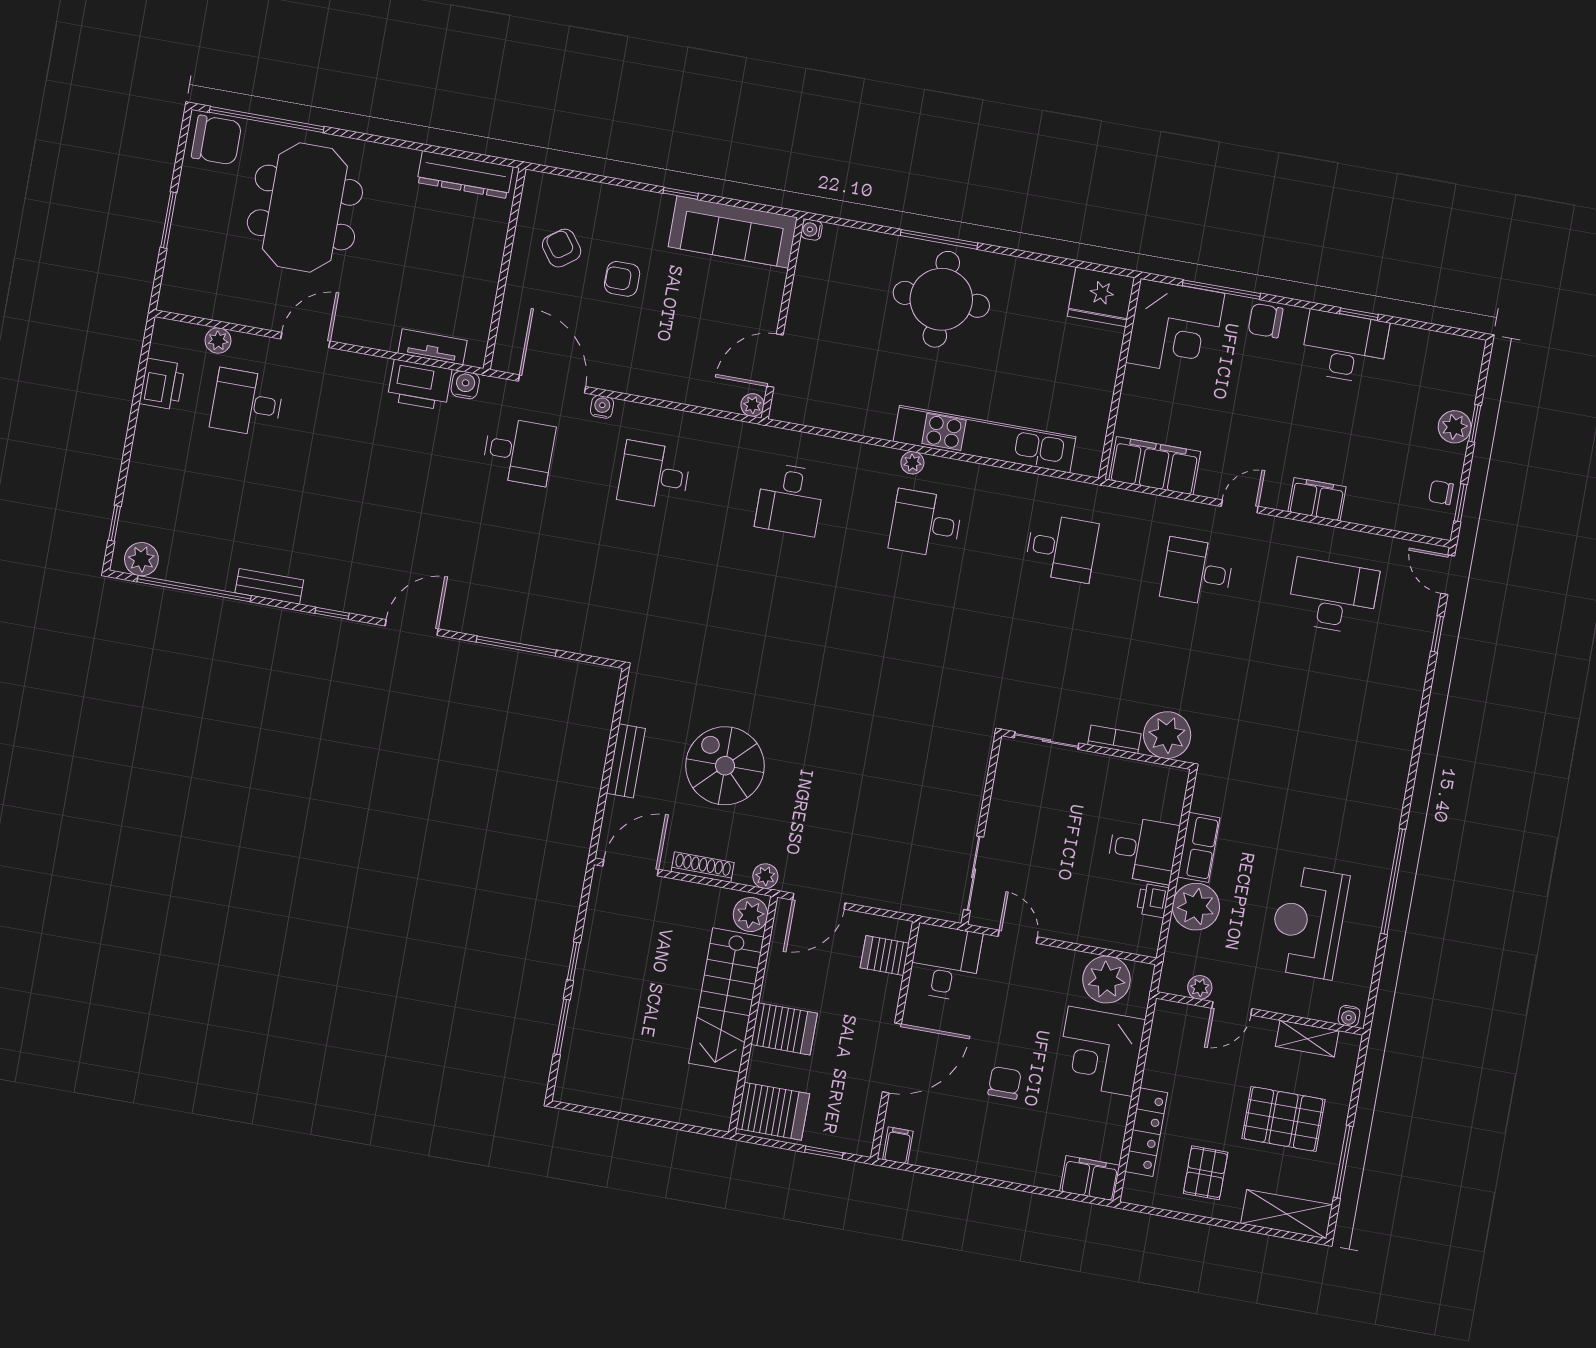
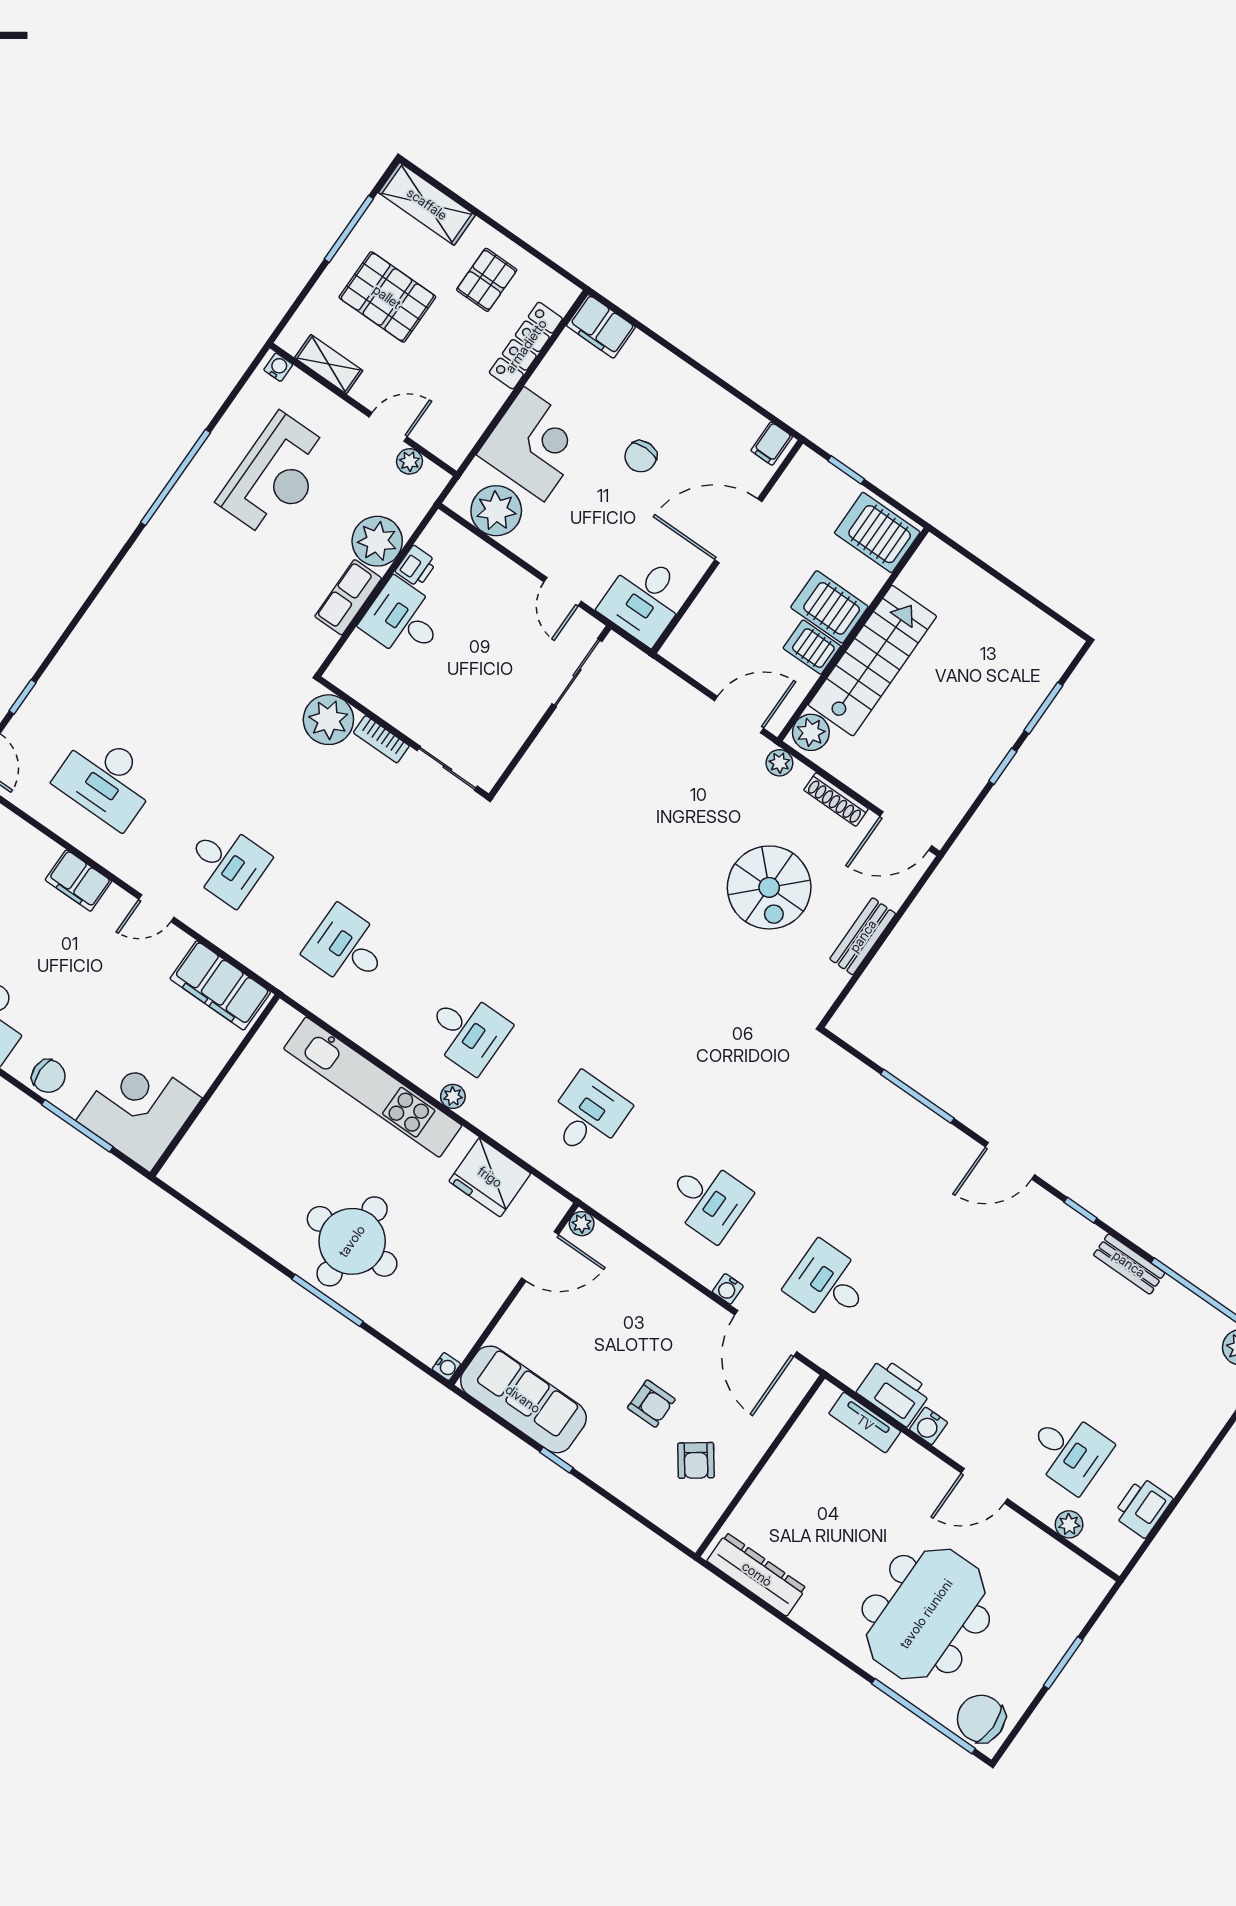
fridge: (1101, 297) -> (490, 1177), moved, turned 180
water cooler: (465, 385) -> (929, 1426), moved
server rack: (885, 955) -> (812, 647), moved, turned 180

